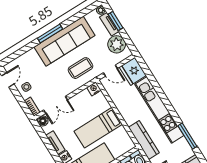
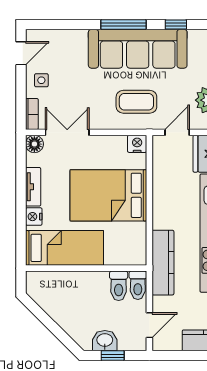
window: (76, 17) -> (176, 25), added
door: (110, 71) -> (177, 132), swing flipped
double door: (55, 105) -> (67, 132), swing flipped
bed: (98, 128) -> (108, 195), width x1.50

